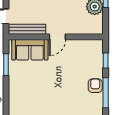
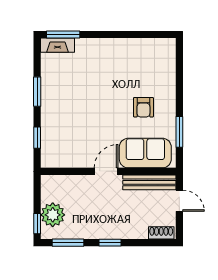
armchair: (95, 86) -> (143, 107), moved
window: (106, 93) -> (37, 92), width x0.69

